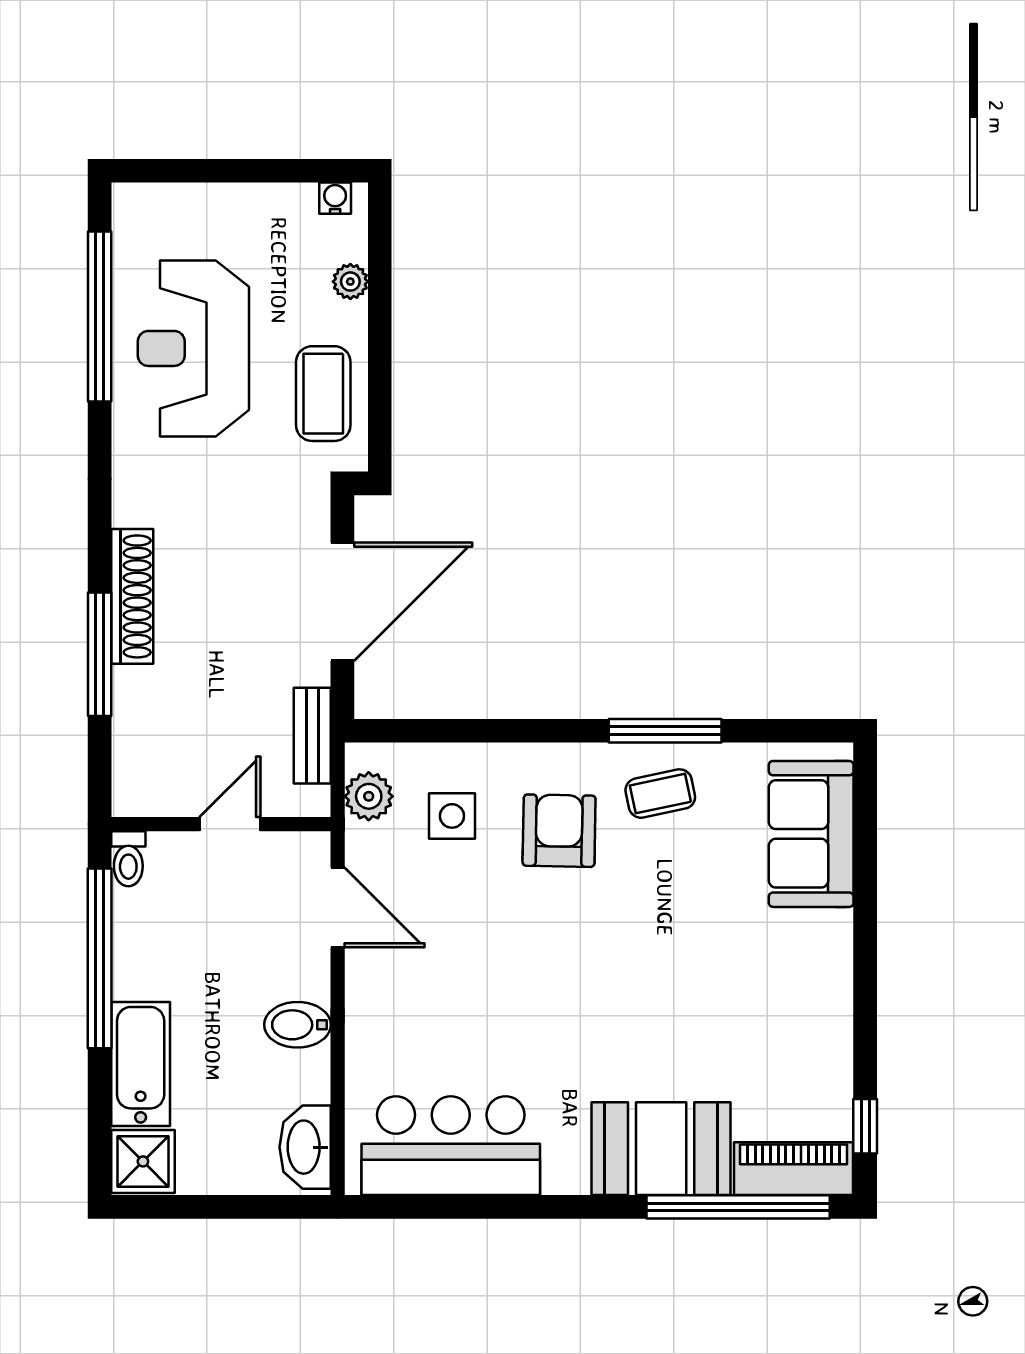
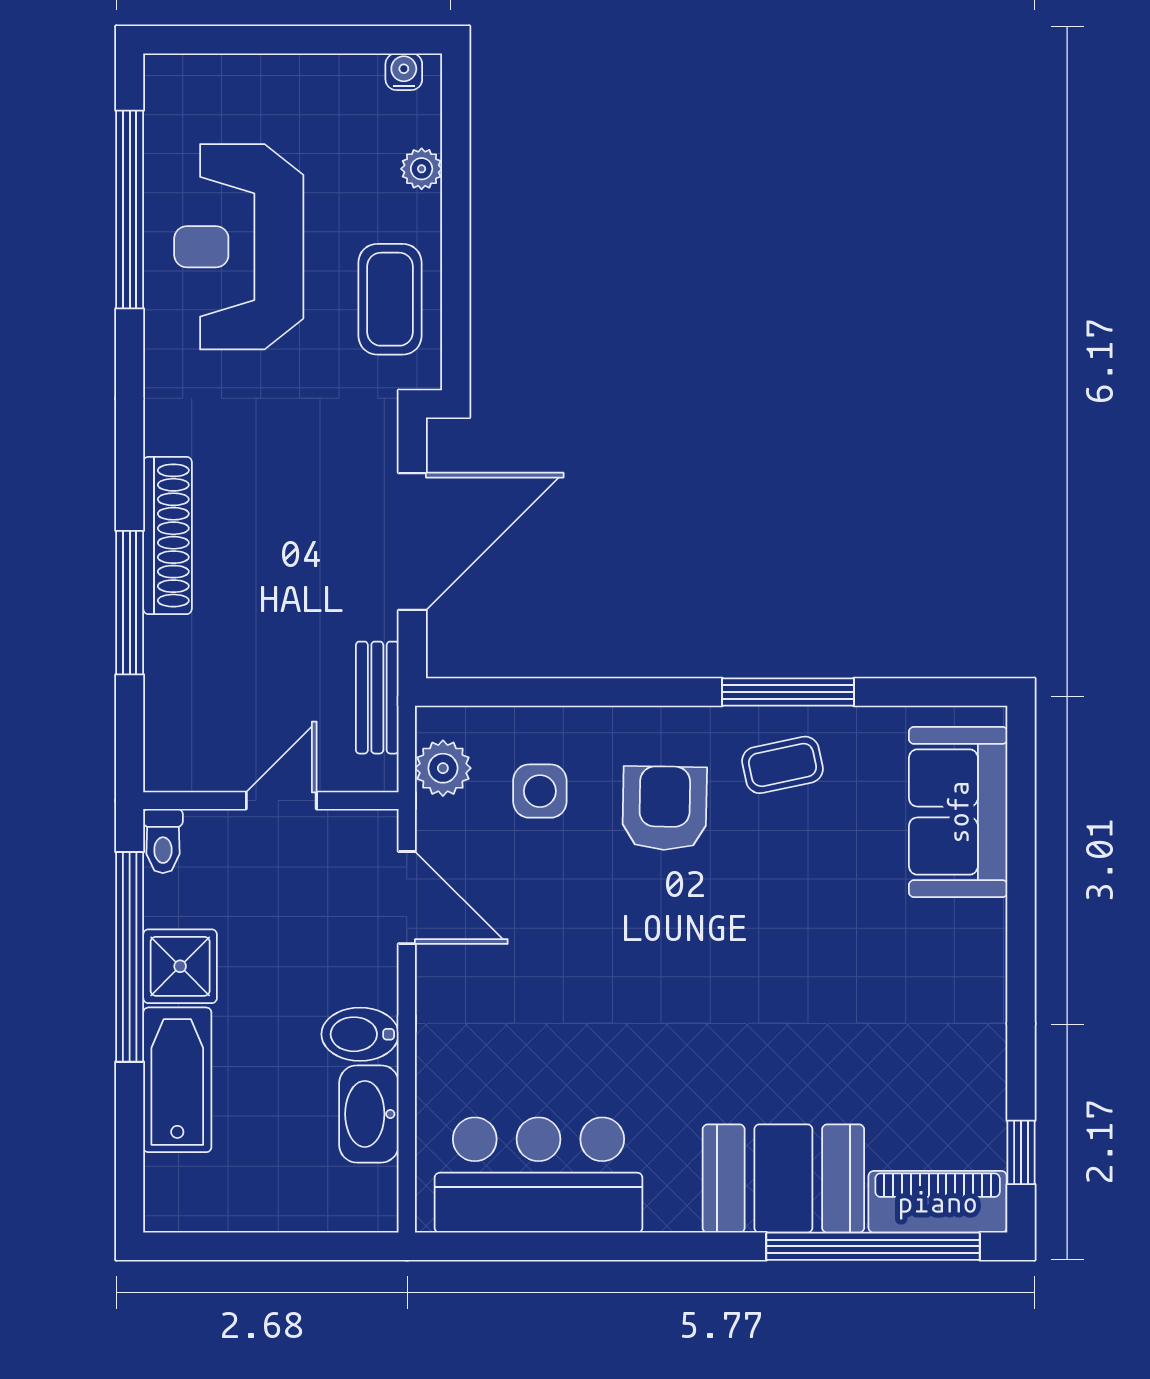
washbasin: (305, 1147) -> (369, 1114), moved
shower: (143, 1161) -> (180, 966), moved

